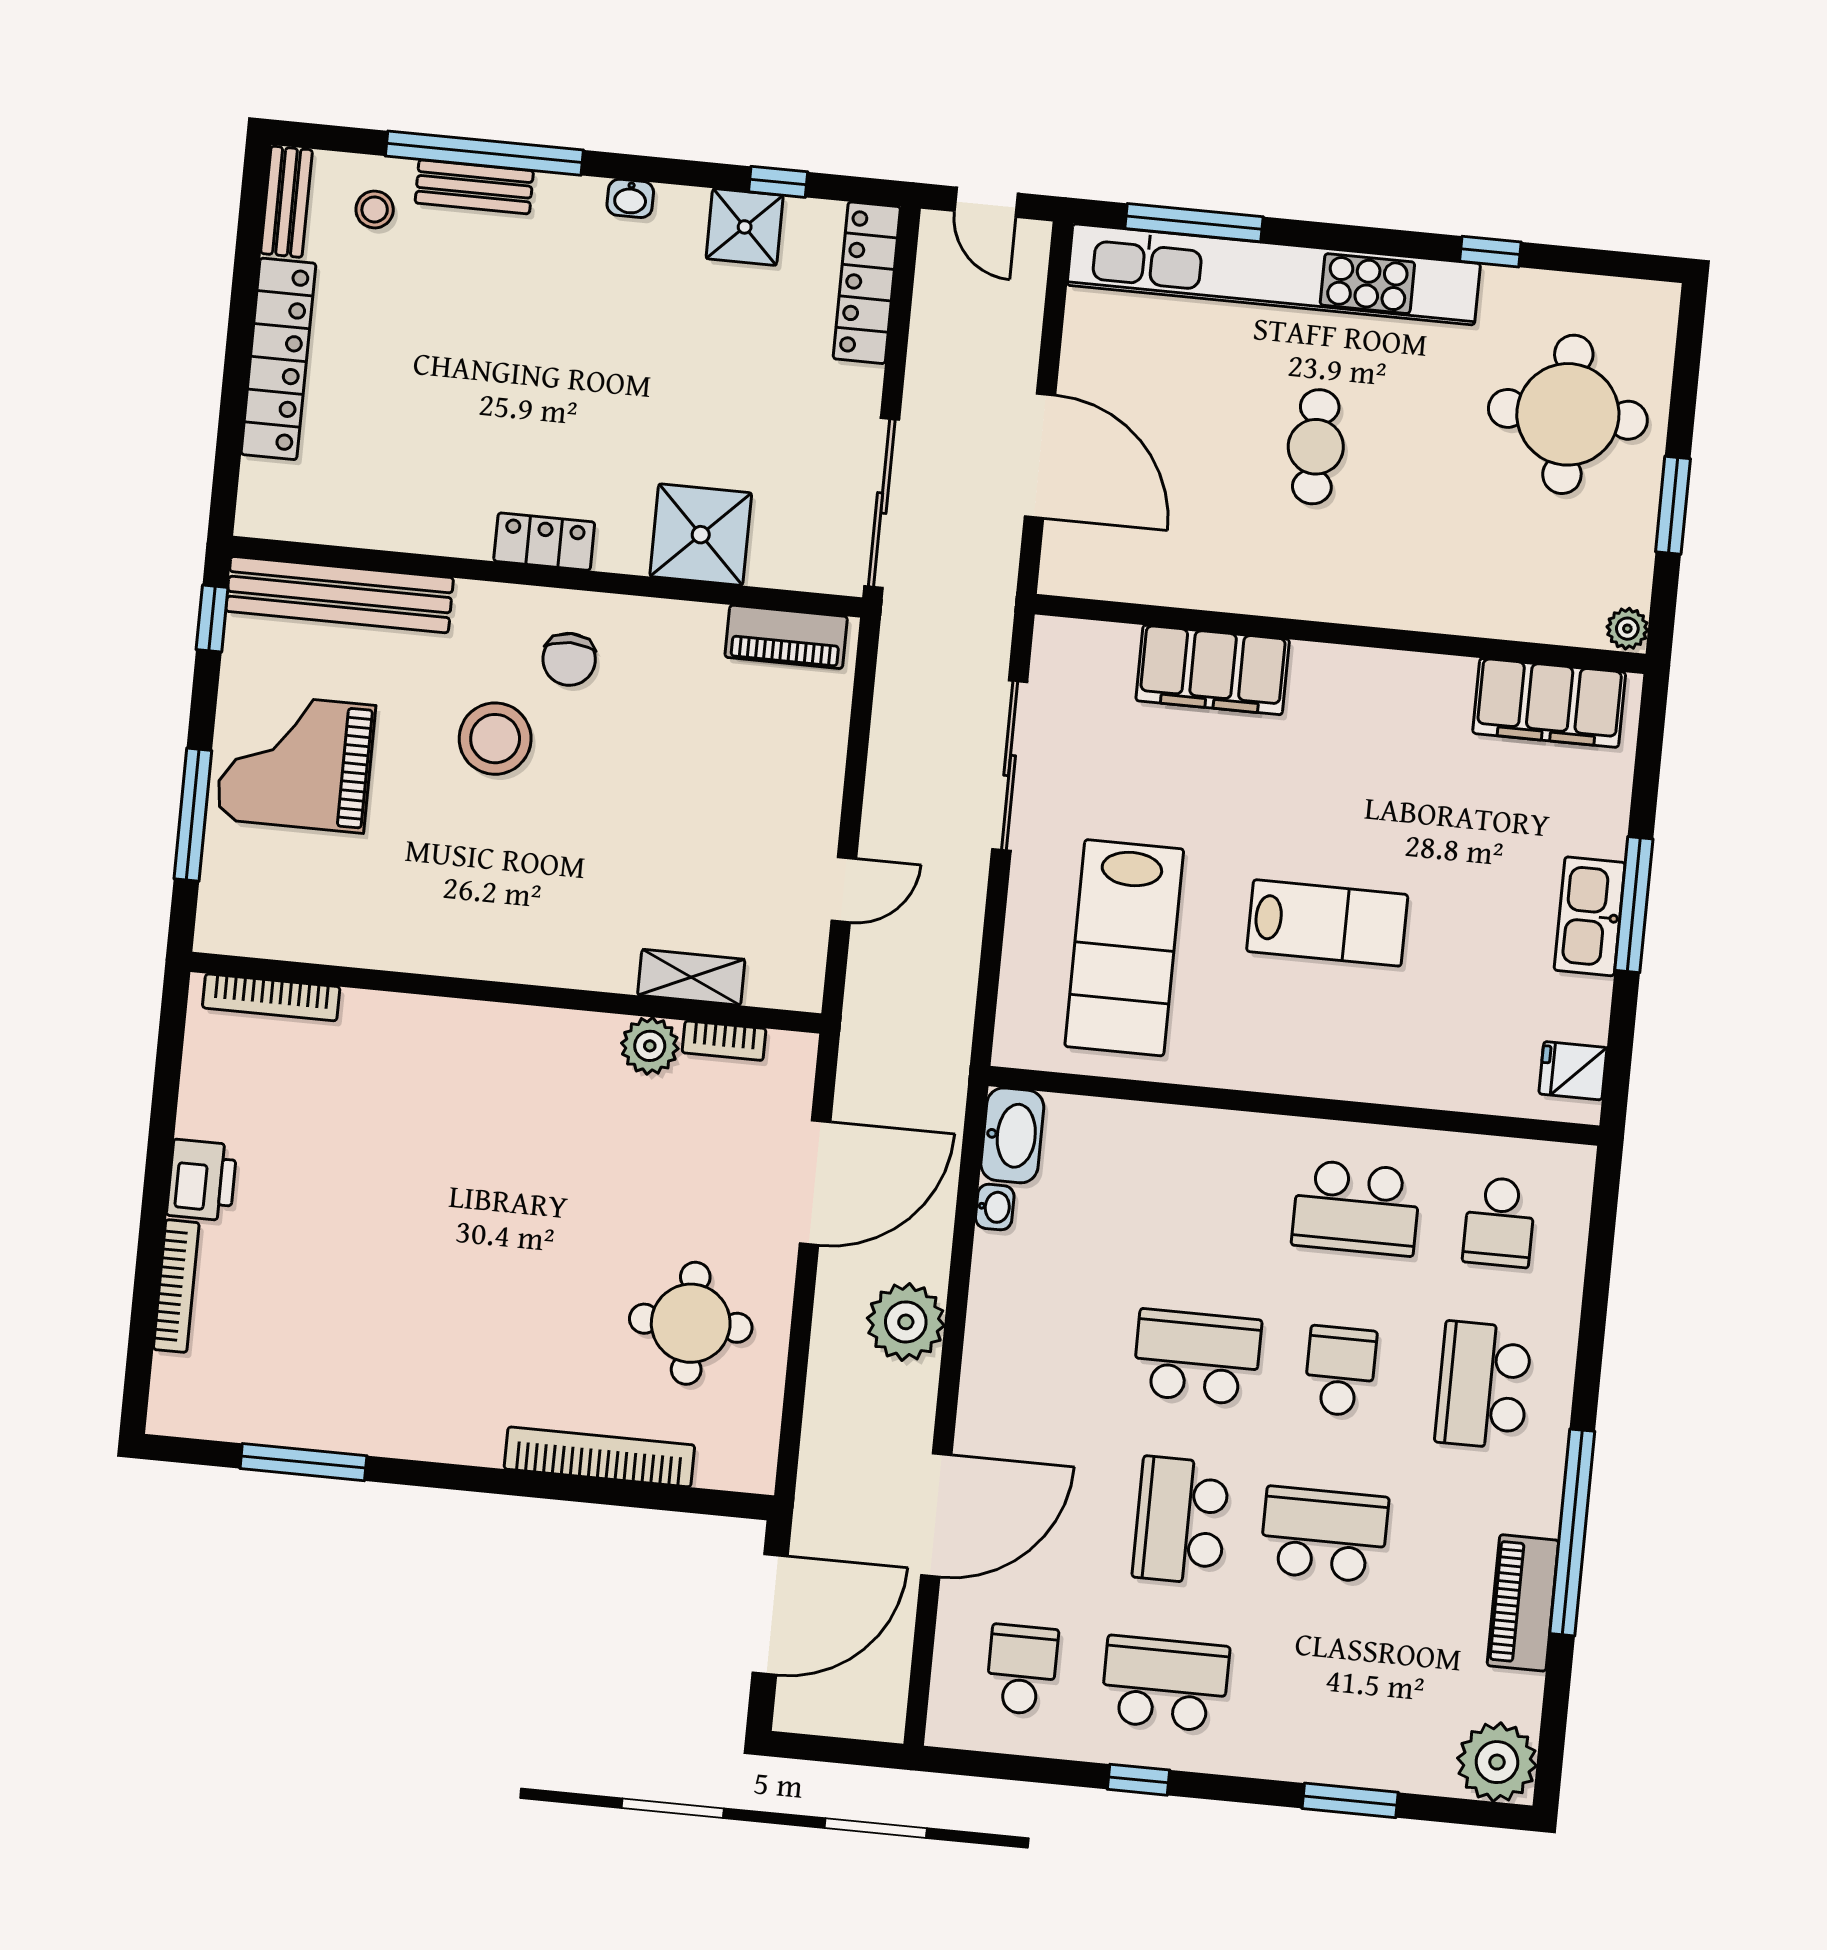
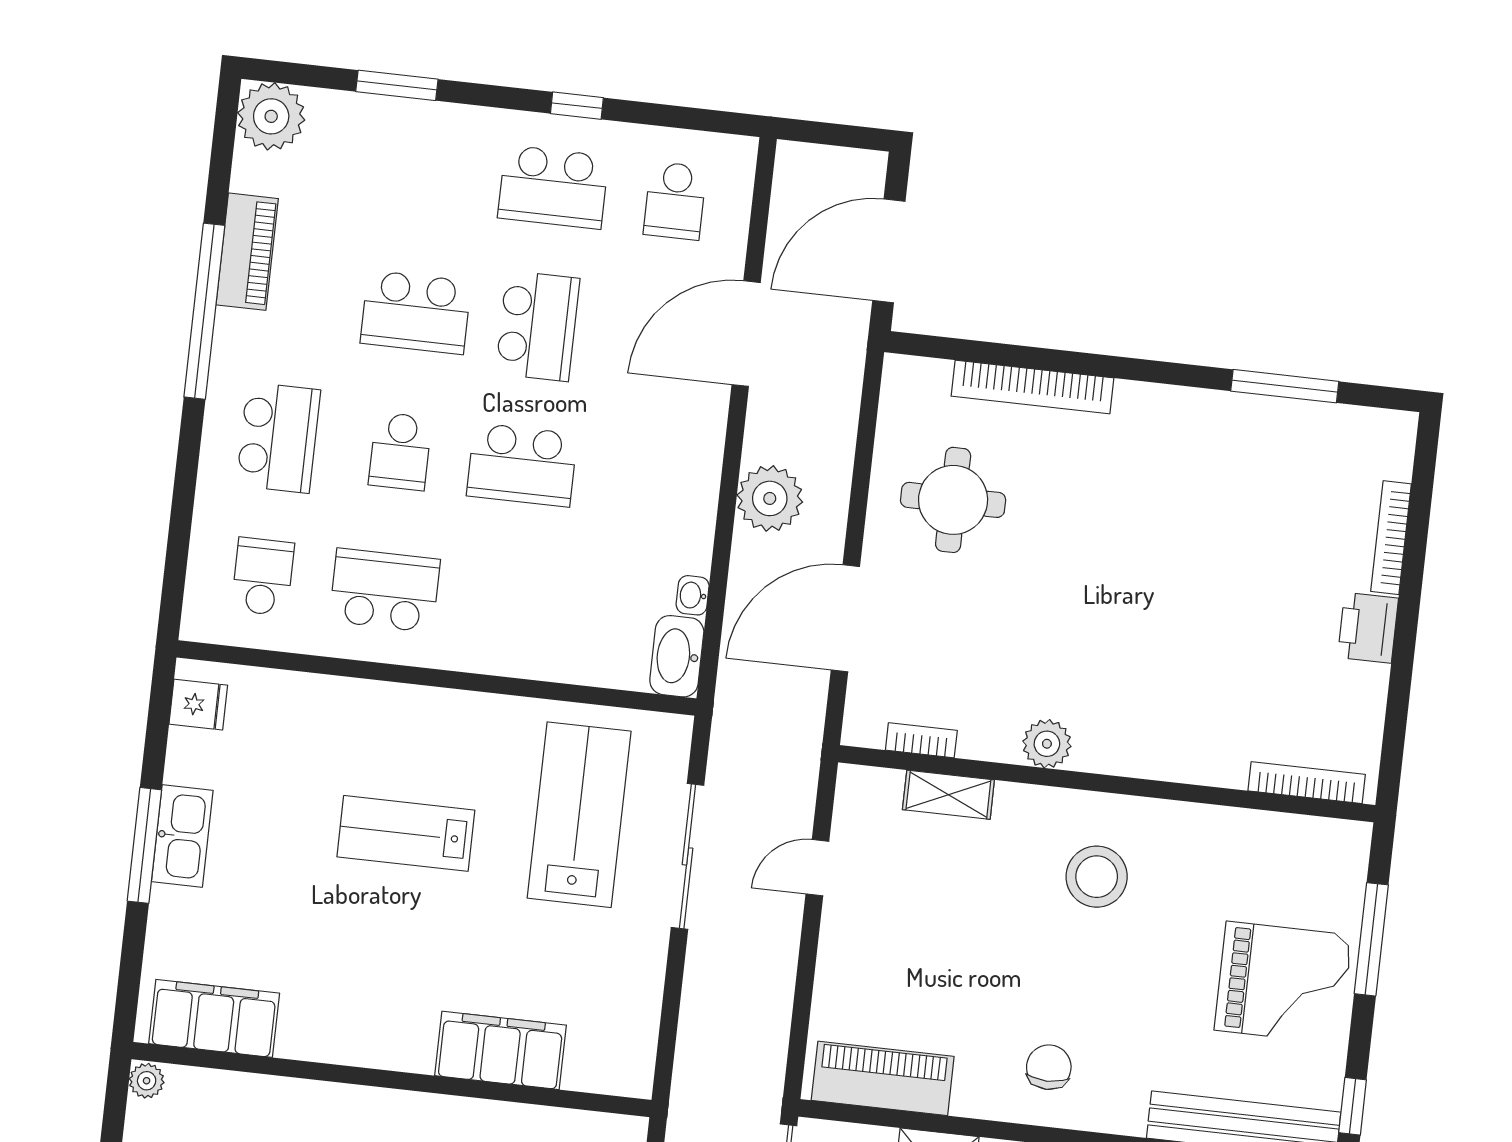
piano: (786, 637) -> (883, 1078), width x1.37, depth x1.33
stool: (495, 739) -> (1097, 877), moved
sliding door: (1010, 765) -> (688, 856), moved
plant: (650, 1046) -> (1047, 744), moved

